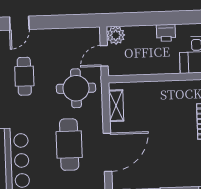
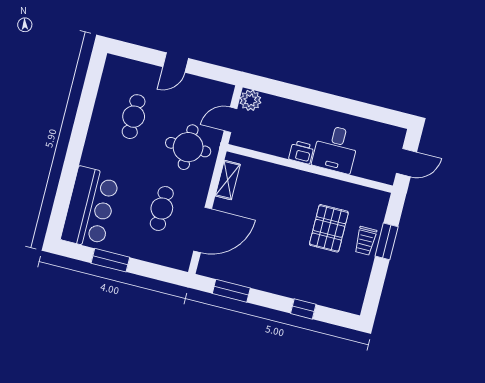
door: (19, 23) -> (176, 63), moved
printer: (166, 33) -> (301, 152), moved, turned 180
cafe table: (69, 145) -> (162, 209), width x0.73, depth x0.74

